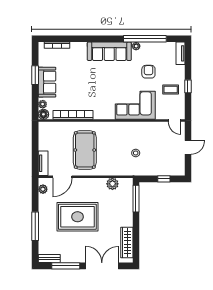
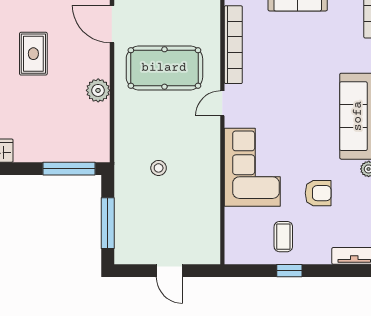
door: (174, 120) -> (222, 103), moved
window: (164, 179) -> (108, 223), width x2.17
plant: (112, 184) -> (98, 90), moved
rug: (77, 217) -> (33, 54), width x0.54, depth x0.49

